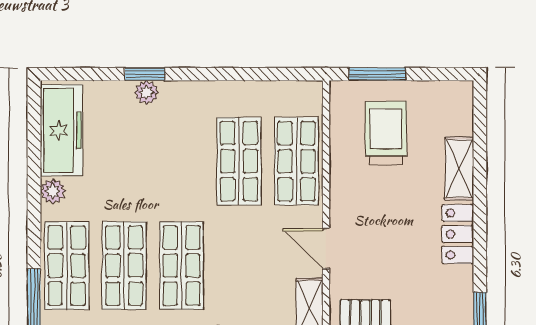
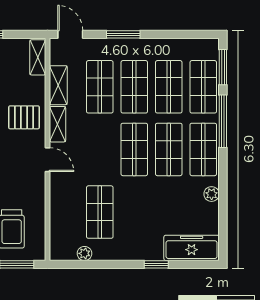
plant: (147, 92) -> (84, 253), moved
freezer: (62, 130) -> (192, 248), moved, turned 90
shop shelf: (296, 161) -> (65, 212), removed

